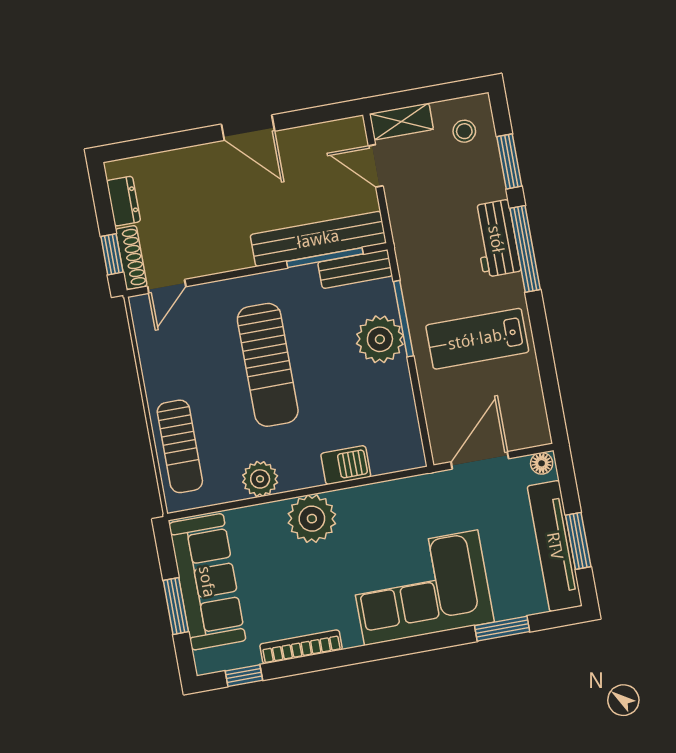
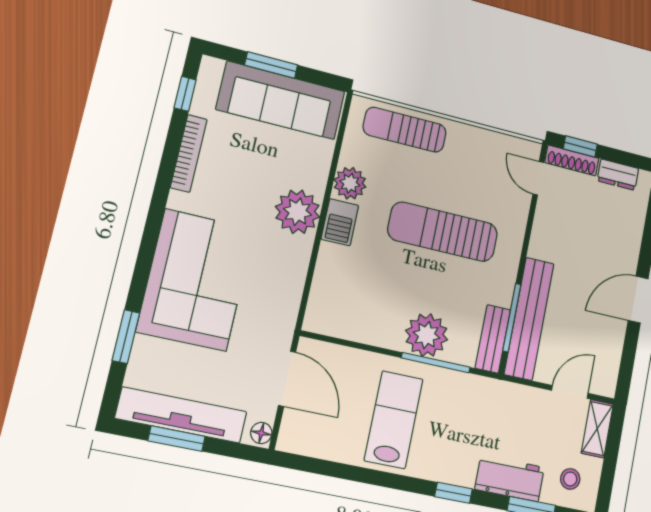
workbench: (496, 239) -> (510, 478), moved
window: (525, 249) -> (453, 493), width x0.46
barbecue: (346, 465) -> (340, 222), moved

